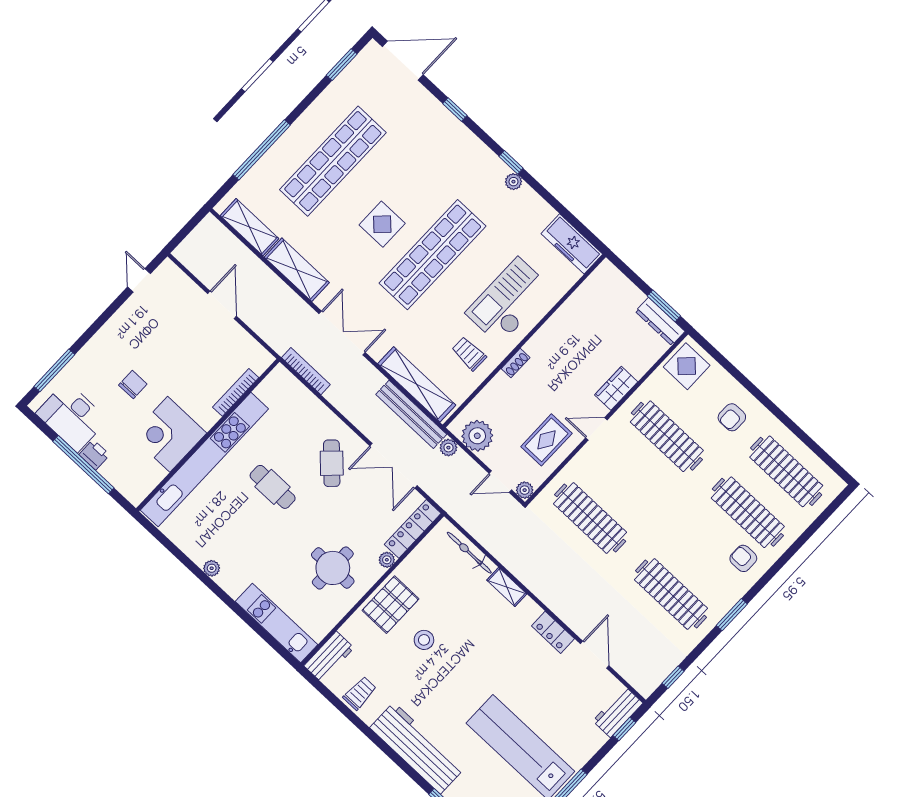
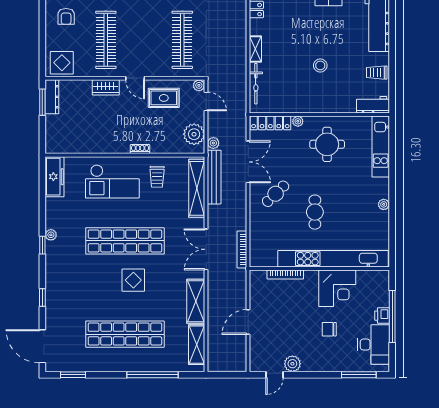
plant: (133, 311) -> (292, 364), added
armchair: (732, 417) -> (66, 16), turned 90
pallet: (391, 605) -> (318, 99), removed

